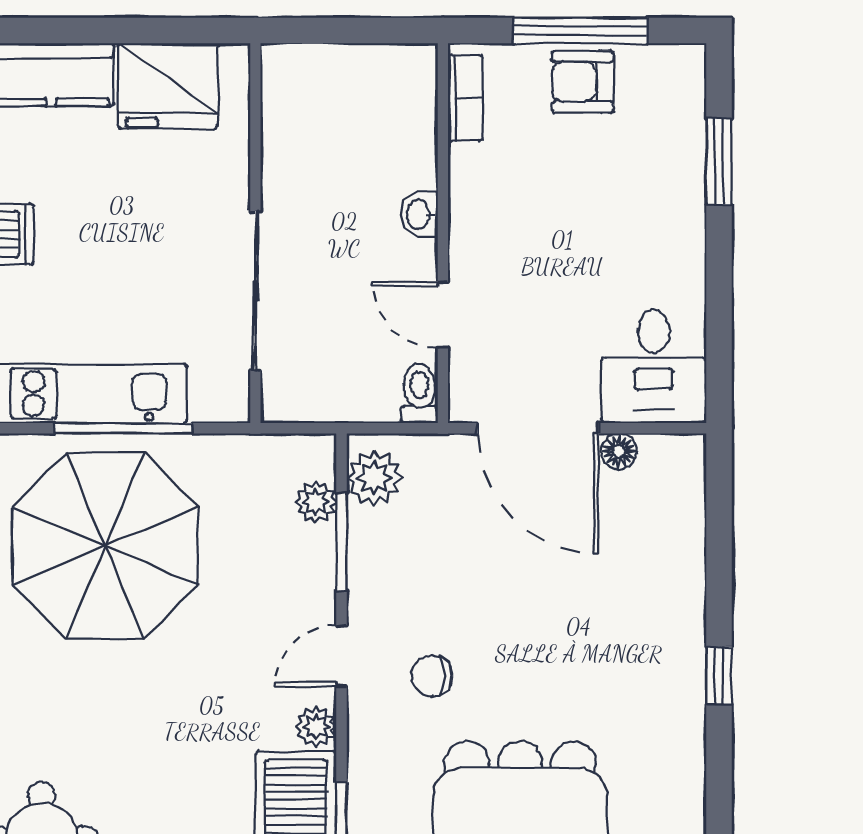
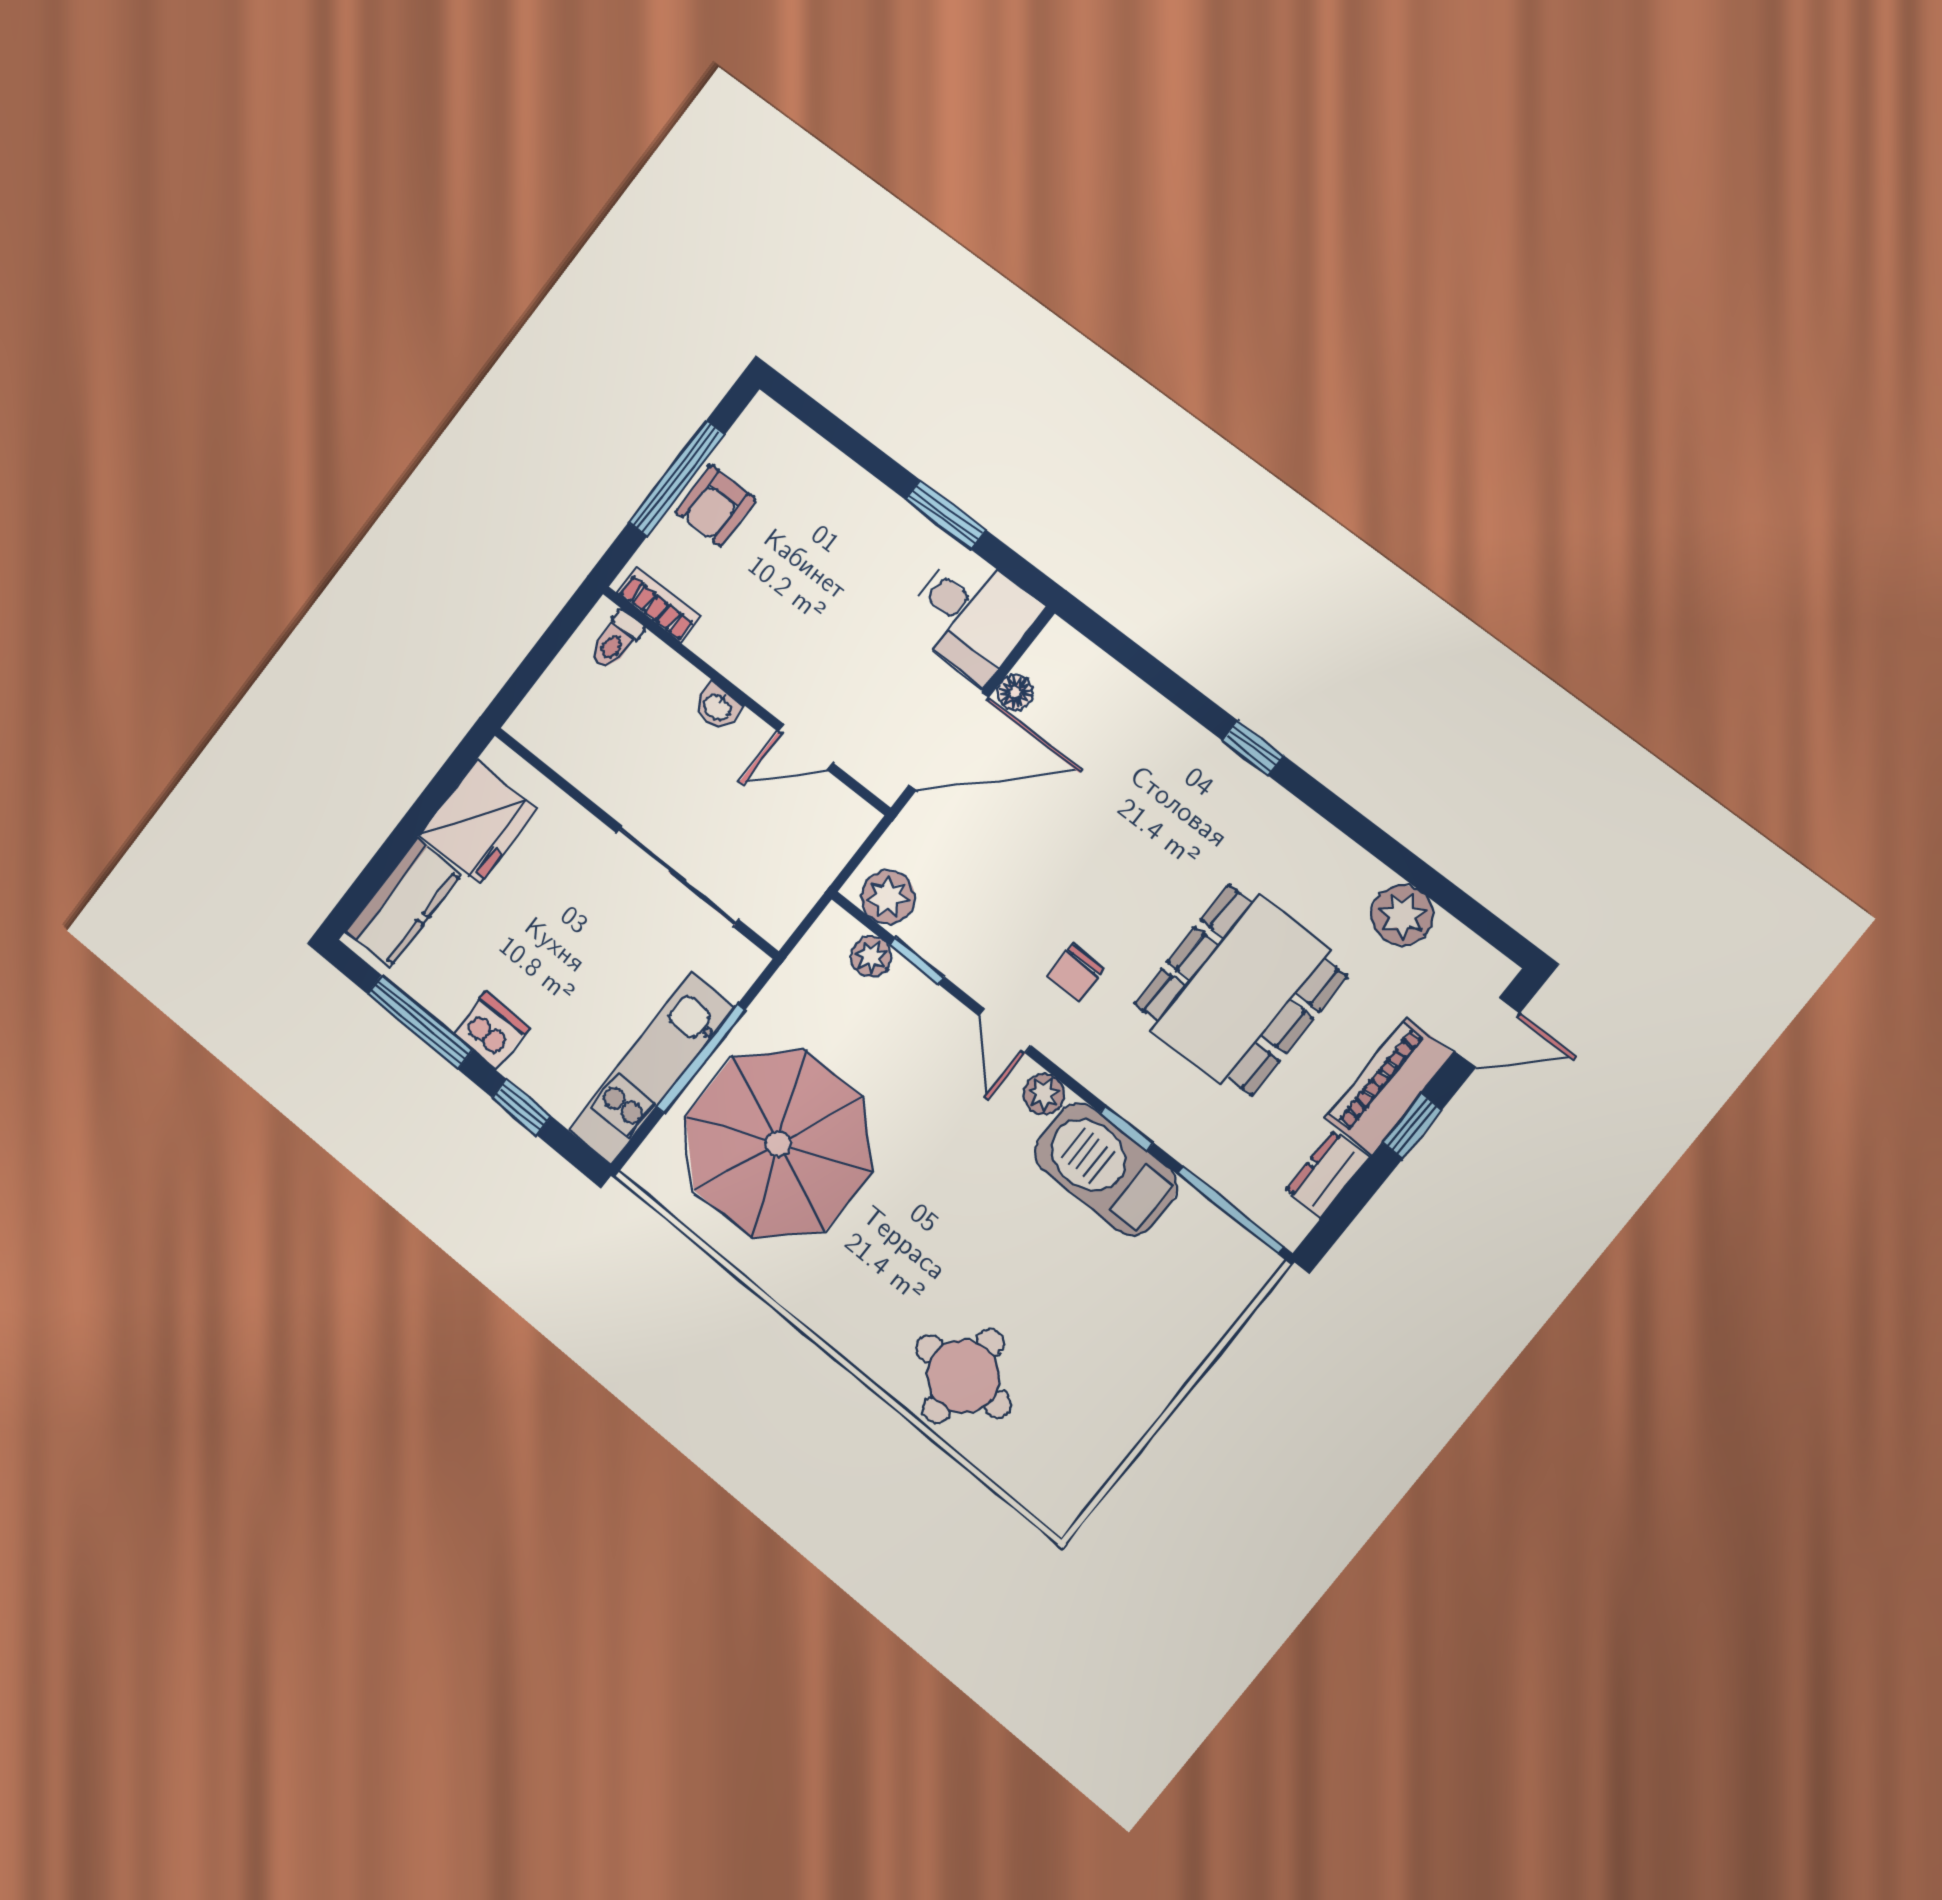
window: (719, 162) -> (945, 515), moved
toilet: (419, 393) -> (616, 641), moved, turned -90
window: (342, 542) -> (917, 961), width x0.67

